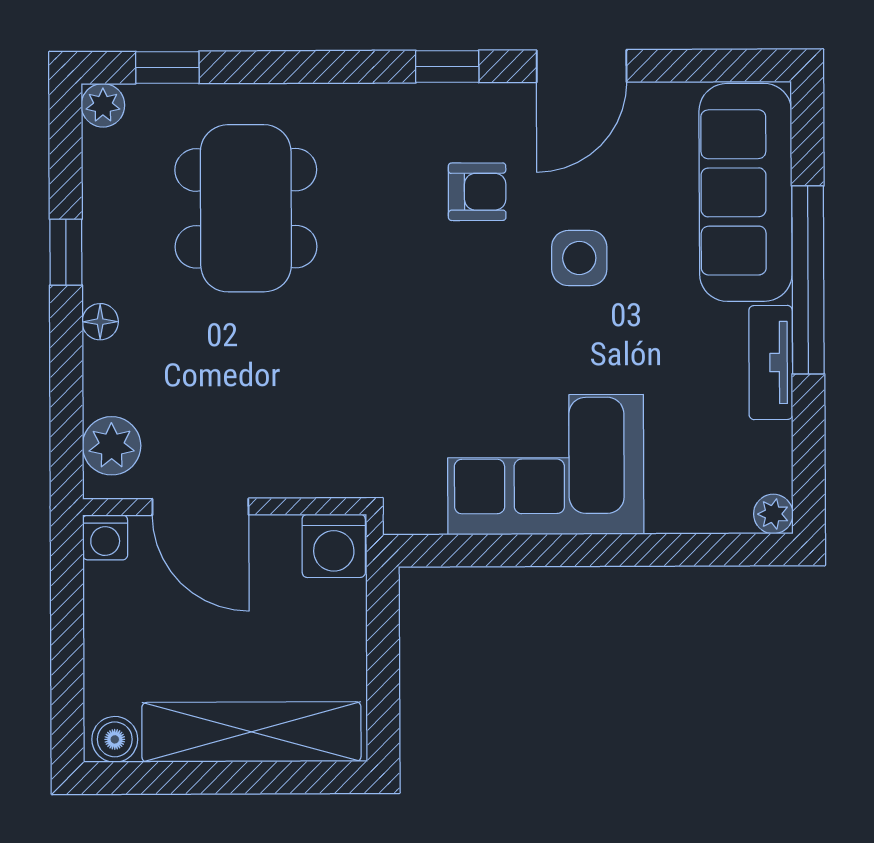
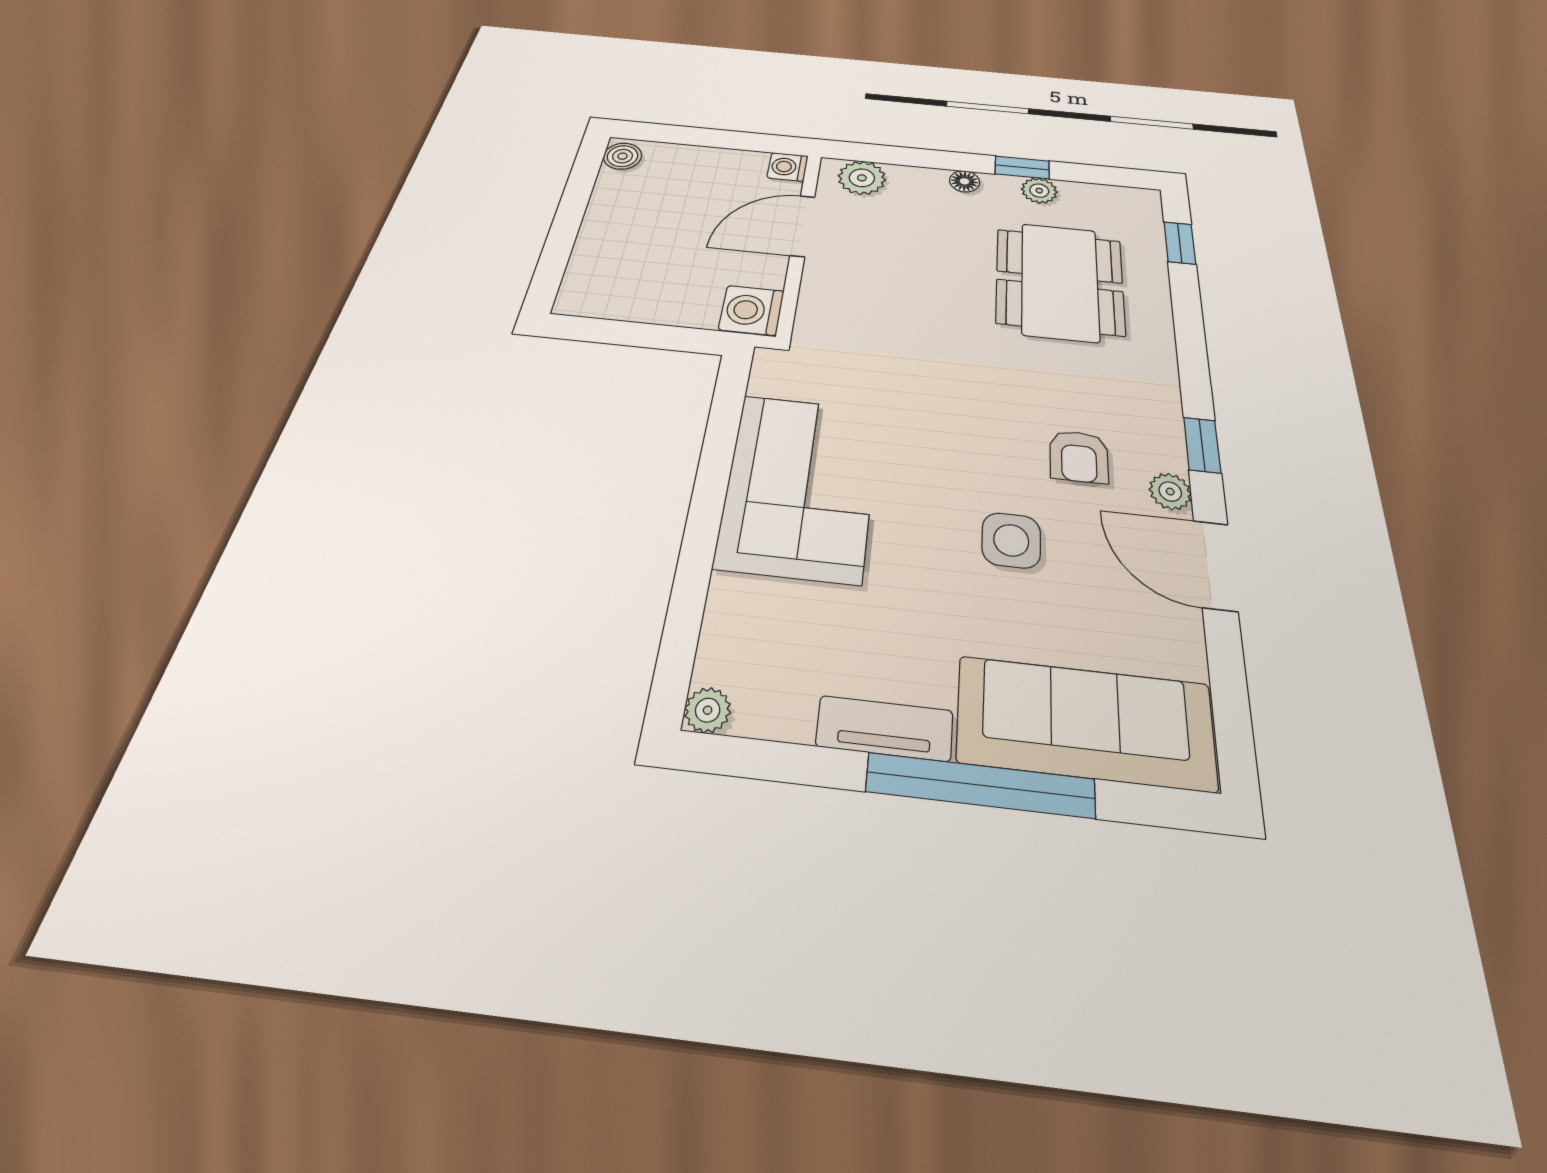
plant: (506, 103) -> (1170, 492), added
plant: (103, 105) -> (1039, 191), moved
dining table: (246, 208) -> (1060, 281), turned 90
shelving: (251, 732) -> (602, 238), removed

